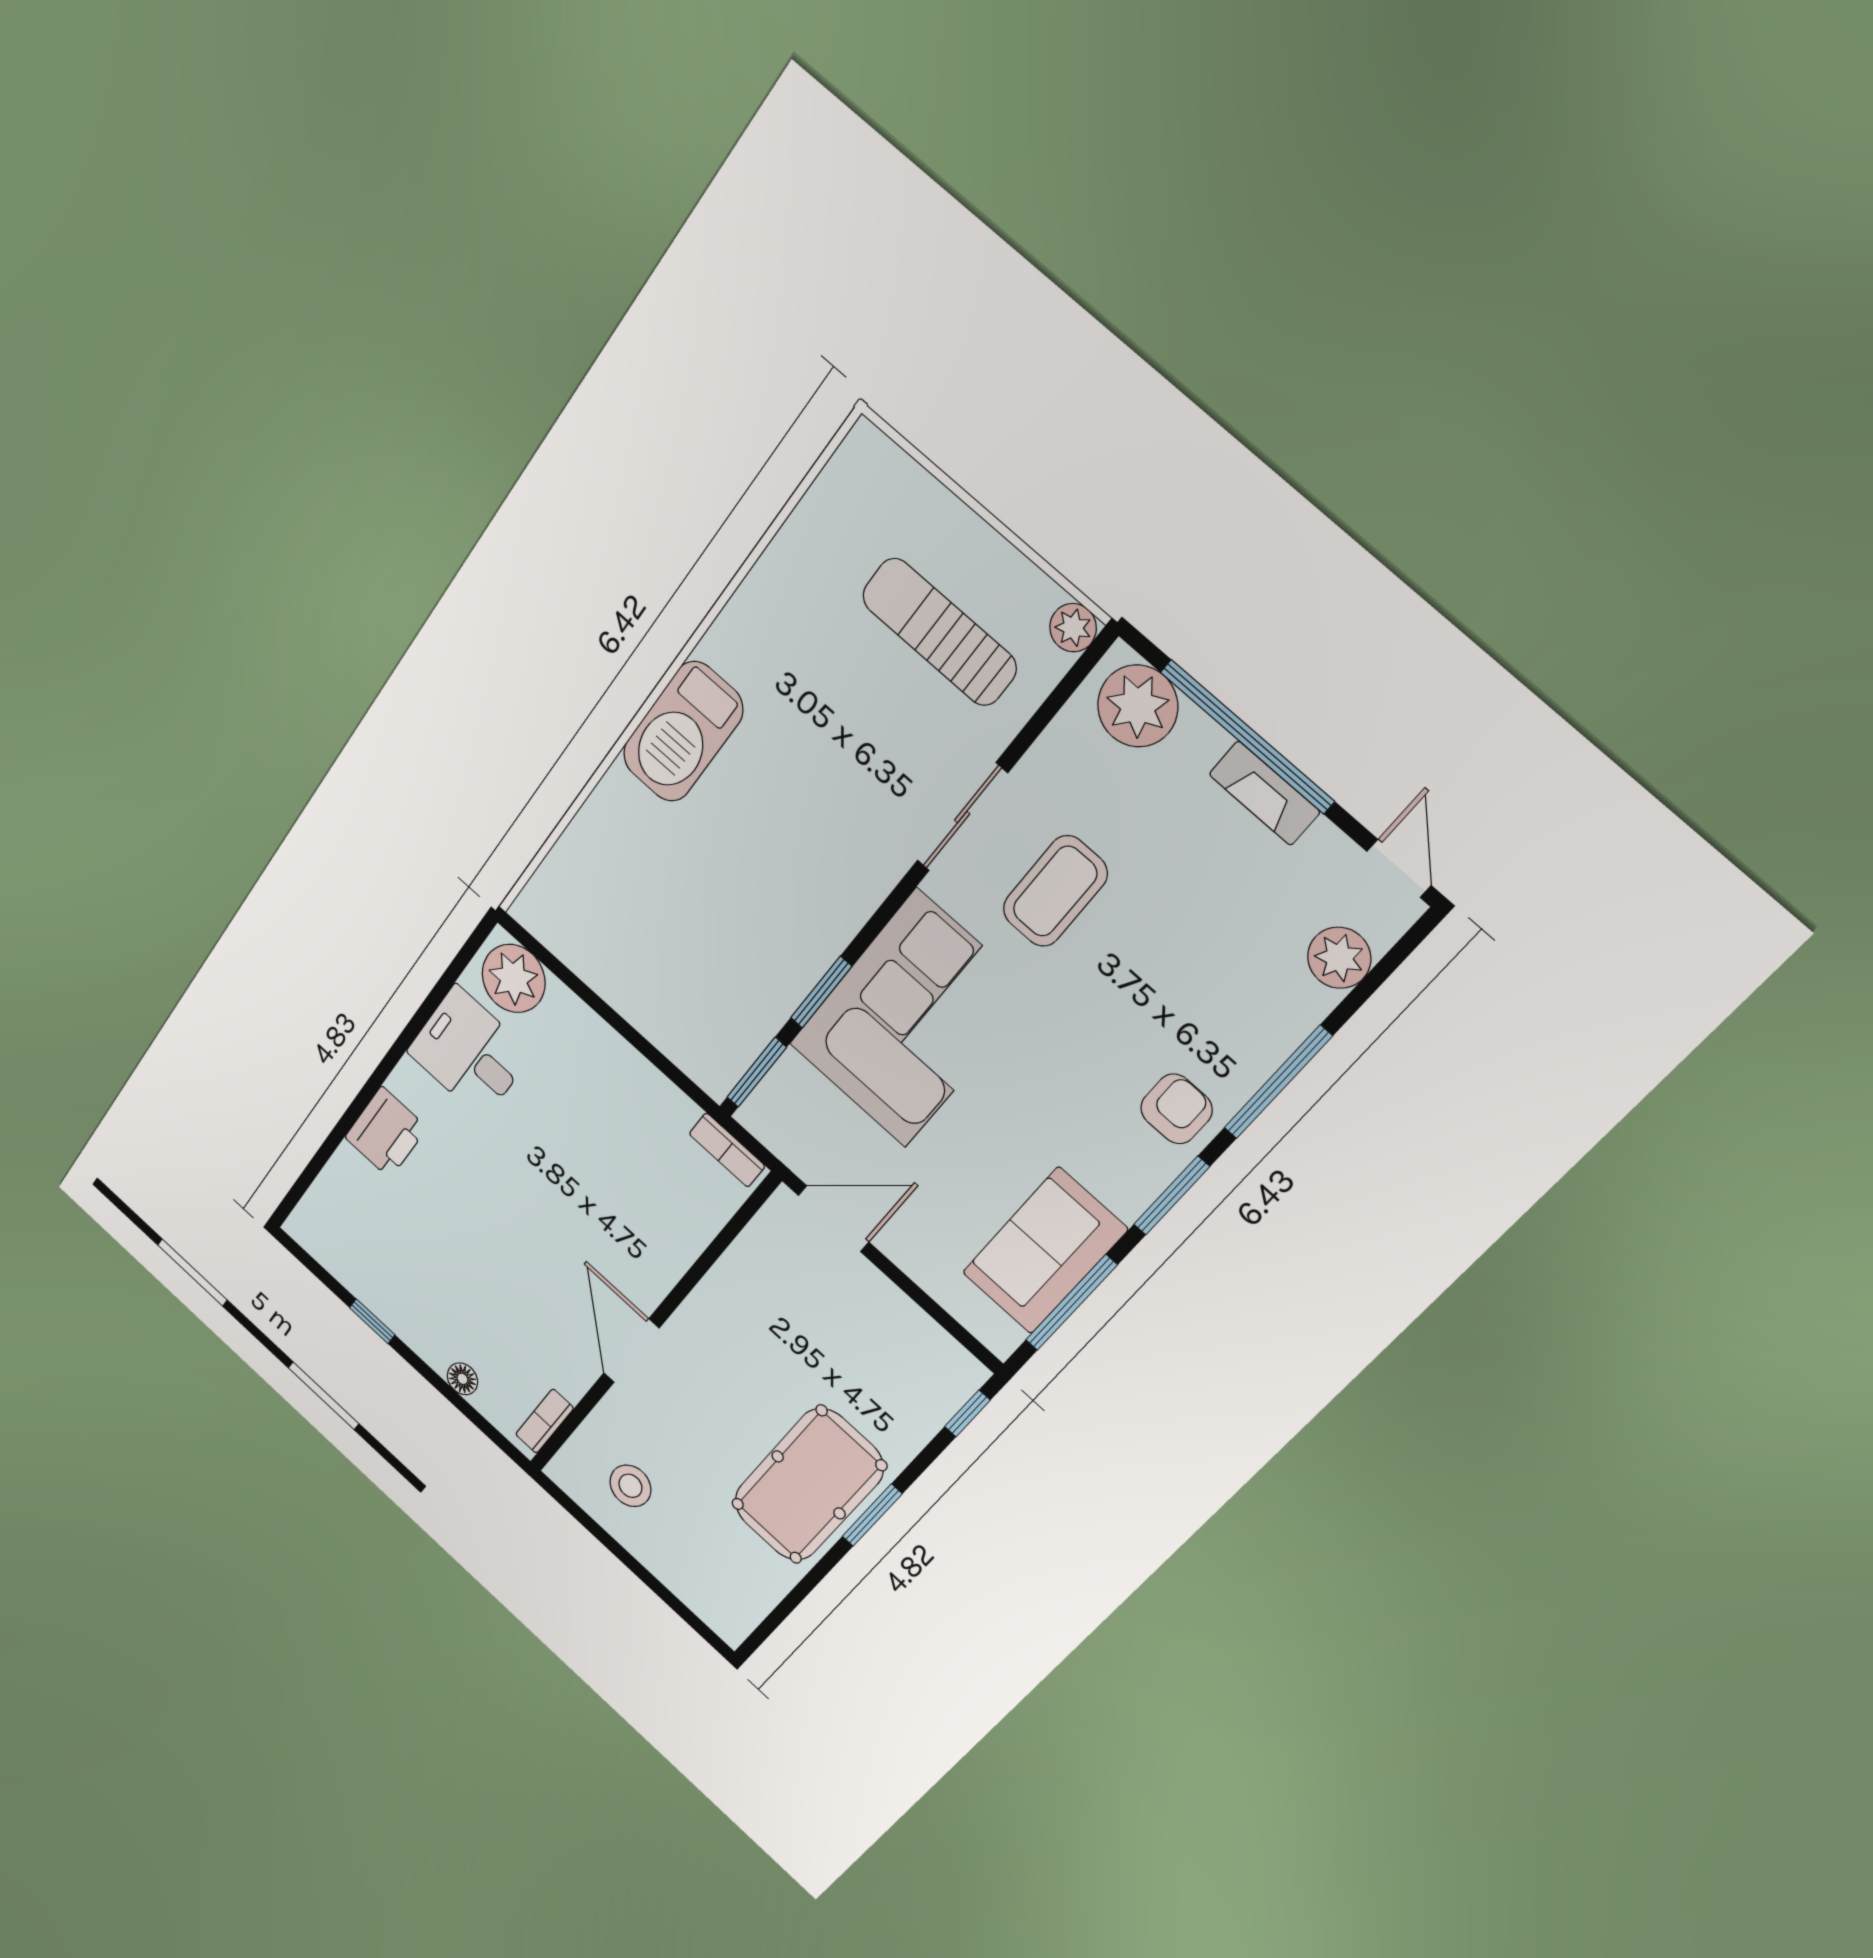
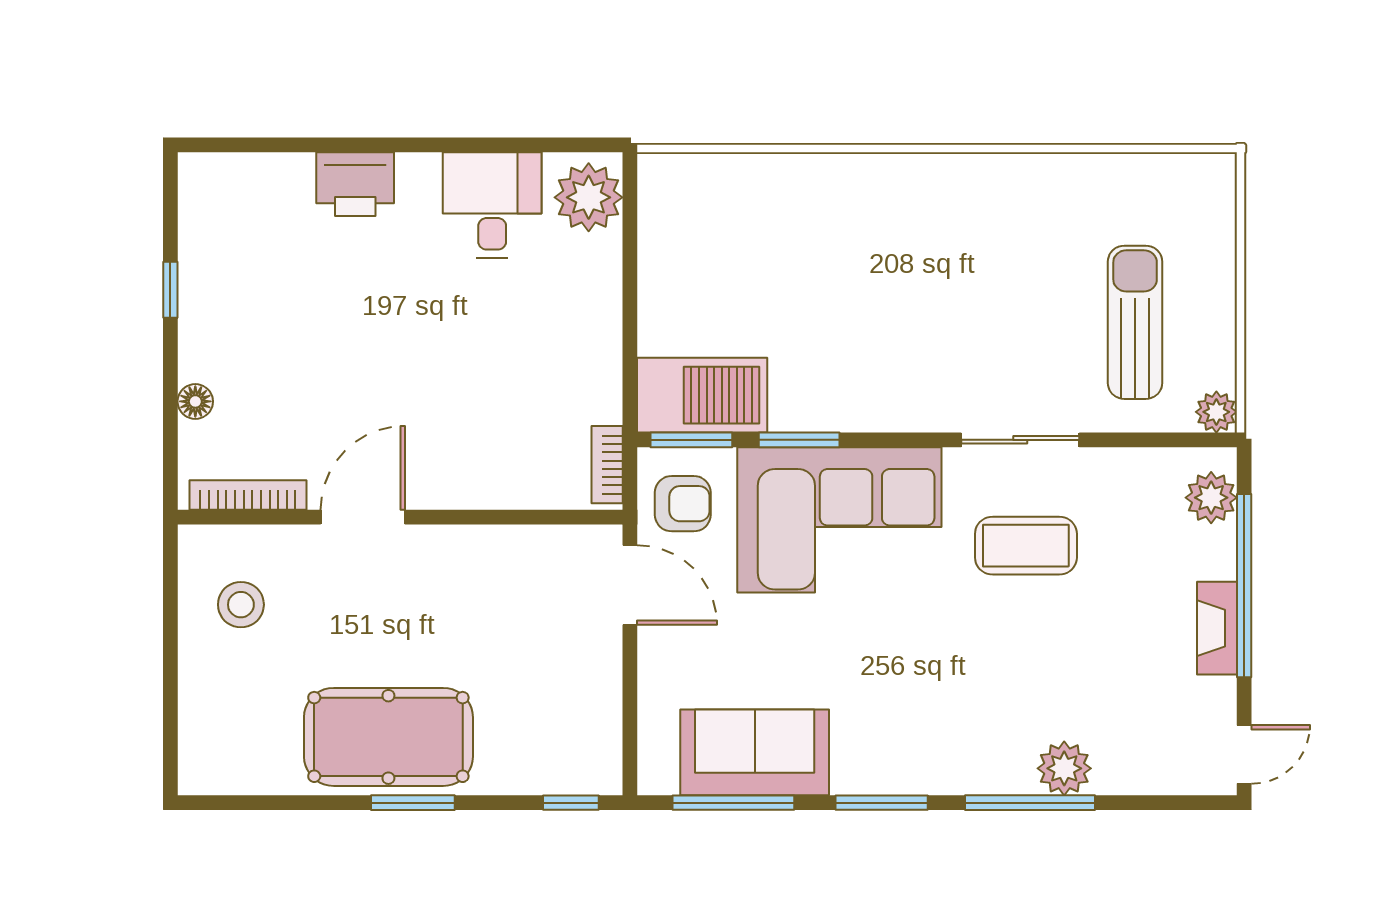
plant: (1138, 706) -> (1211, 498), width x0.73, depth x0.73
barbecue: (683, 732) -> (702, 395), moved, turned 180
plant: (1339, 958) -> (1064, 768), moved
armchair: (1176, 1109) -> (683, 504), moved
bookcase: (545, 1421) -> (248, 495), width x1.56

